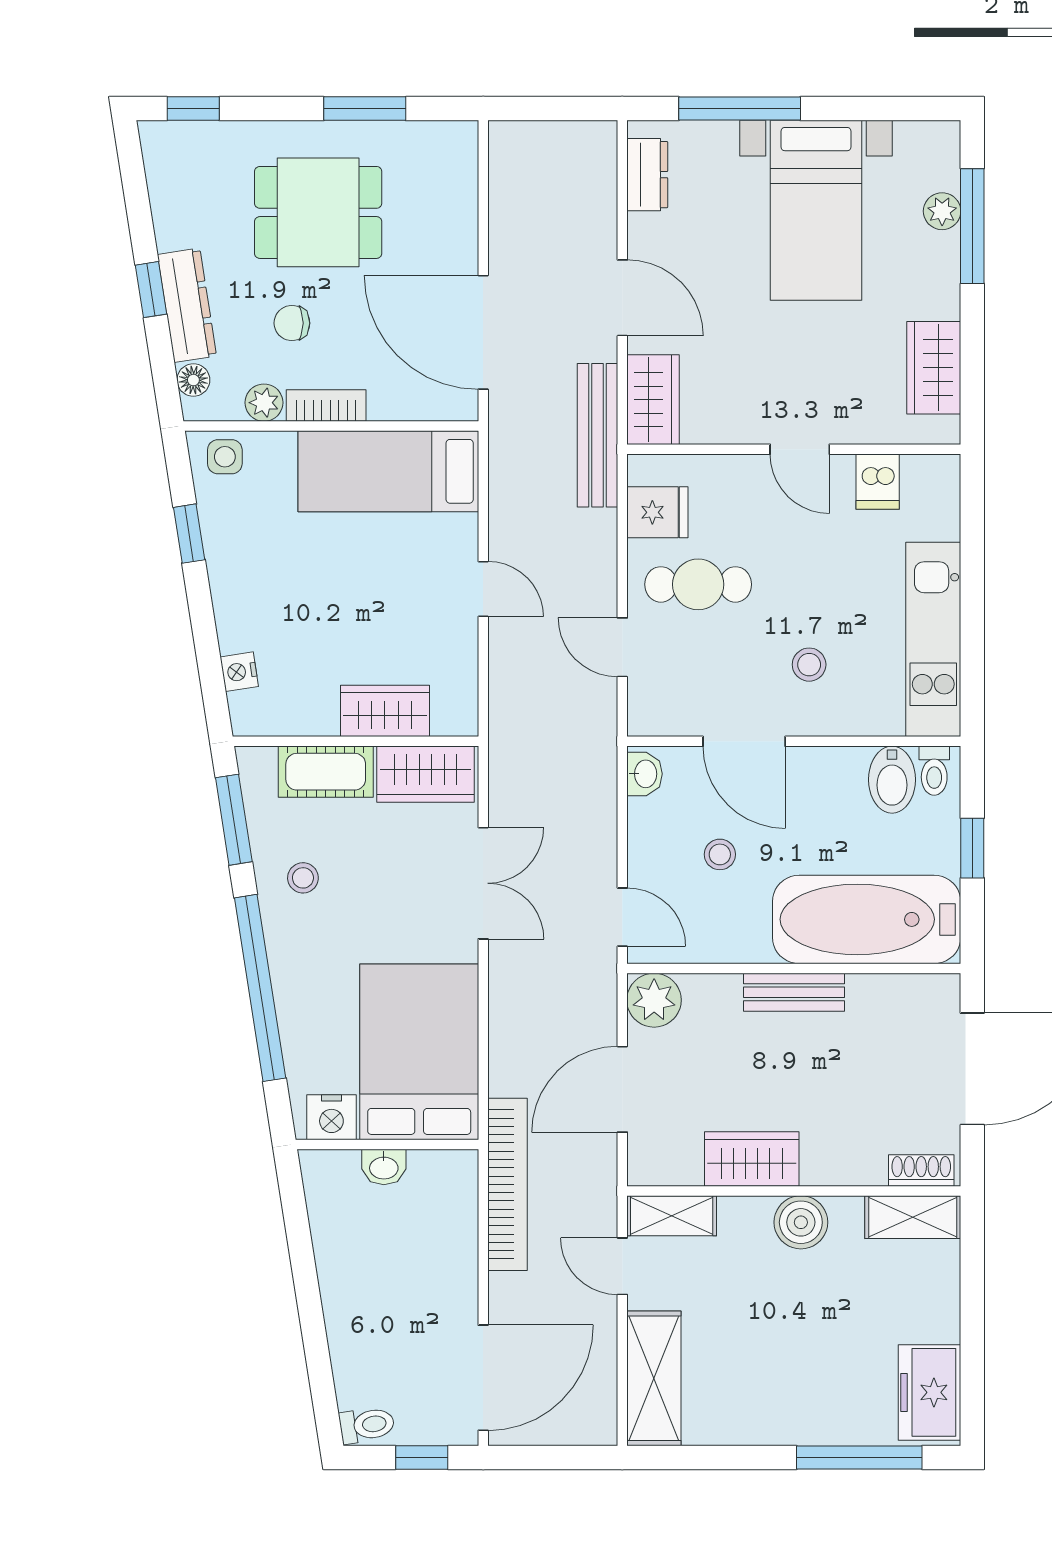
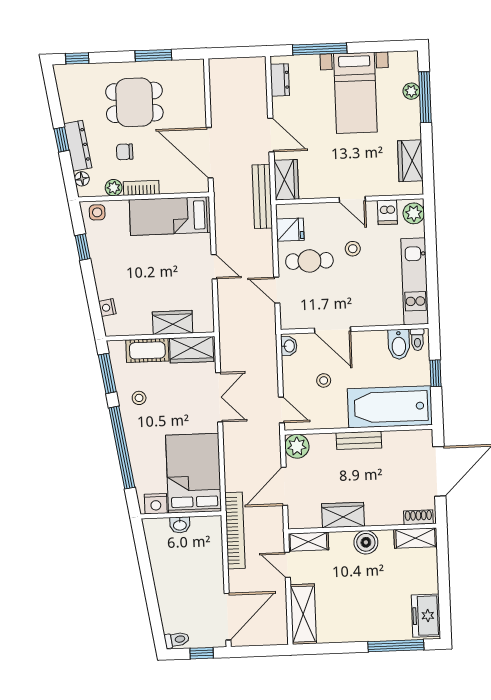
plant: (937, 486) -> (414, 213), added
stool: (809, 665) -> (353, 249), moved

